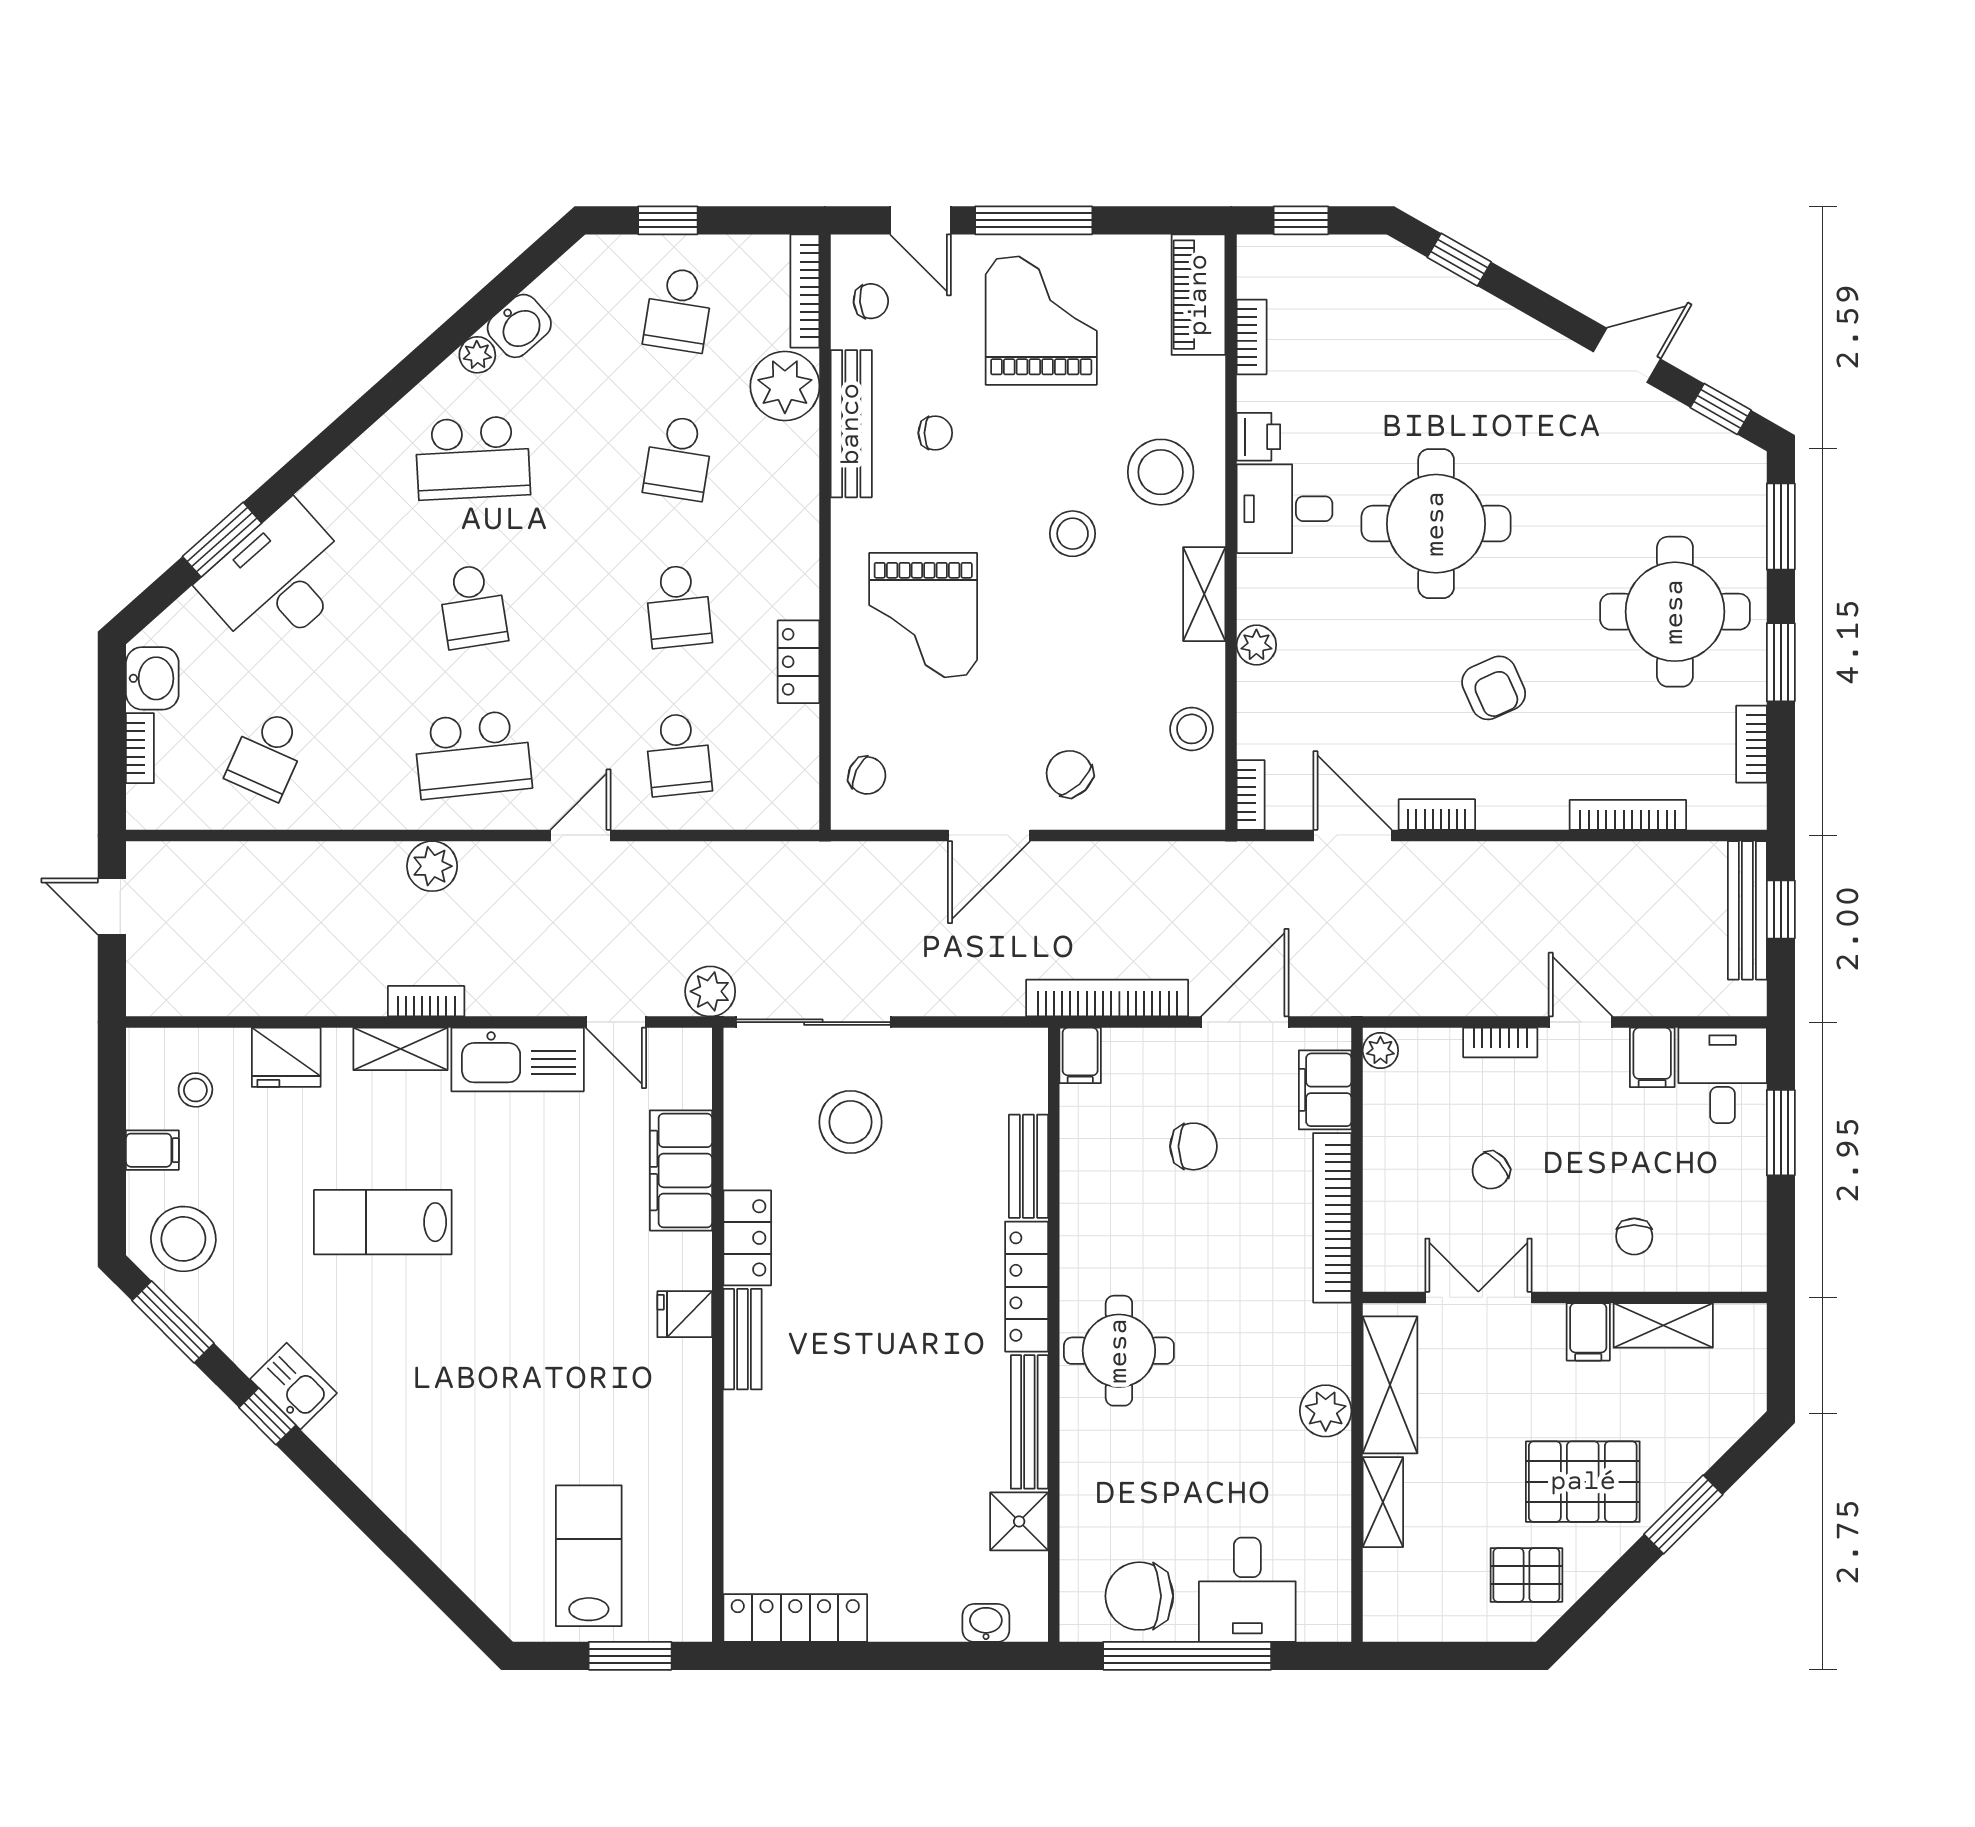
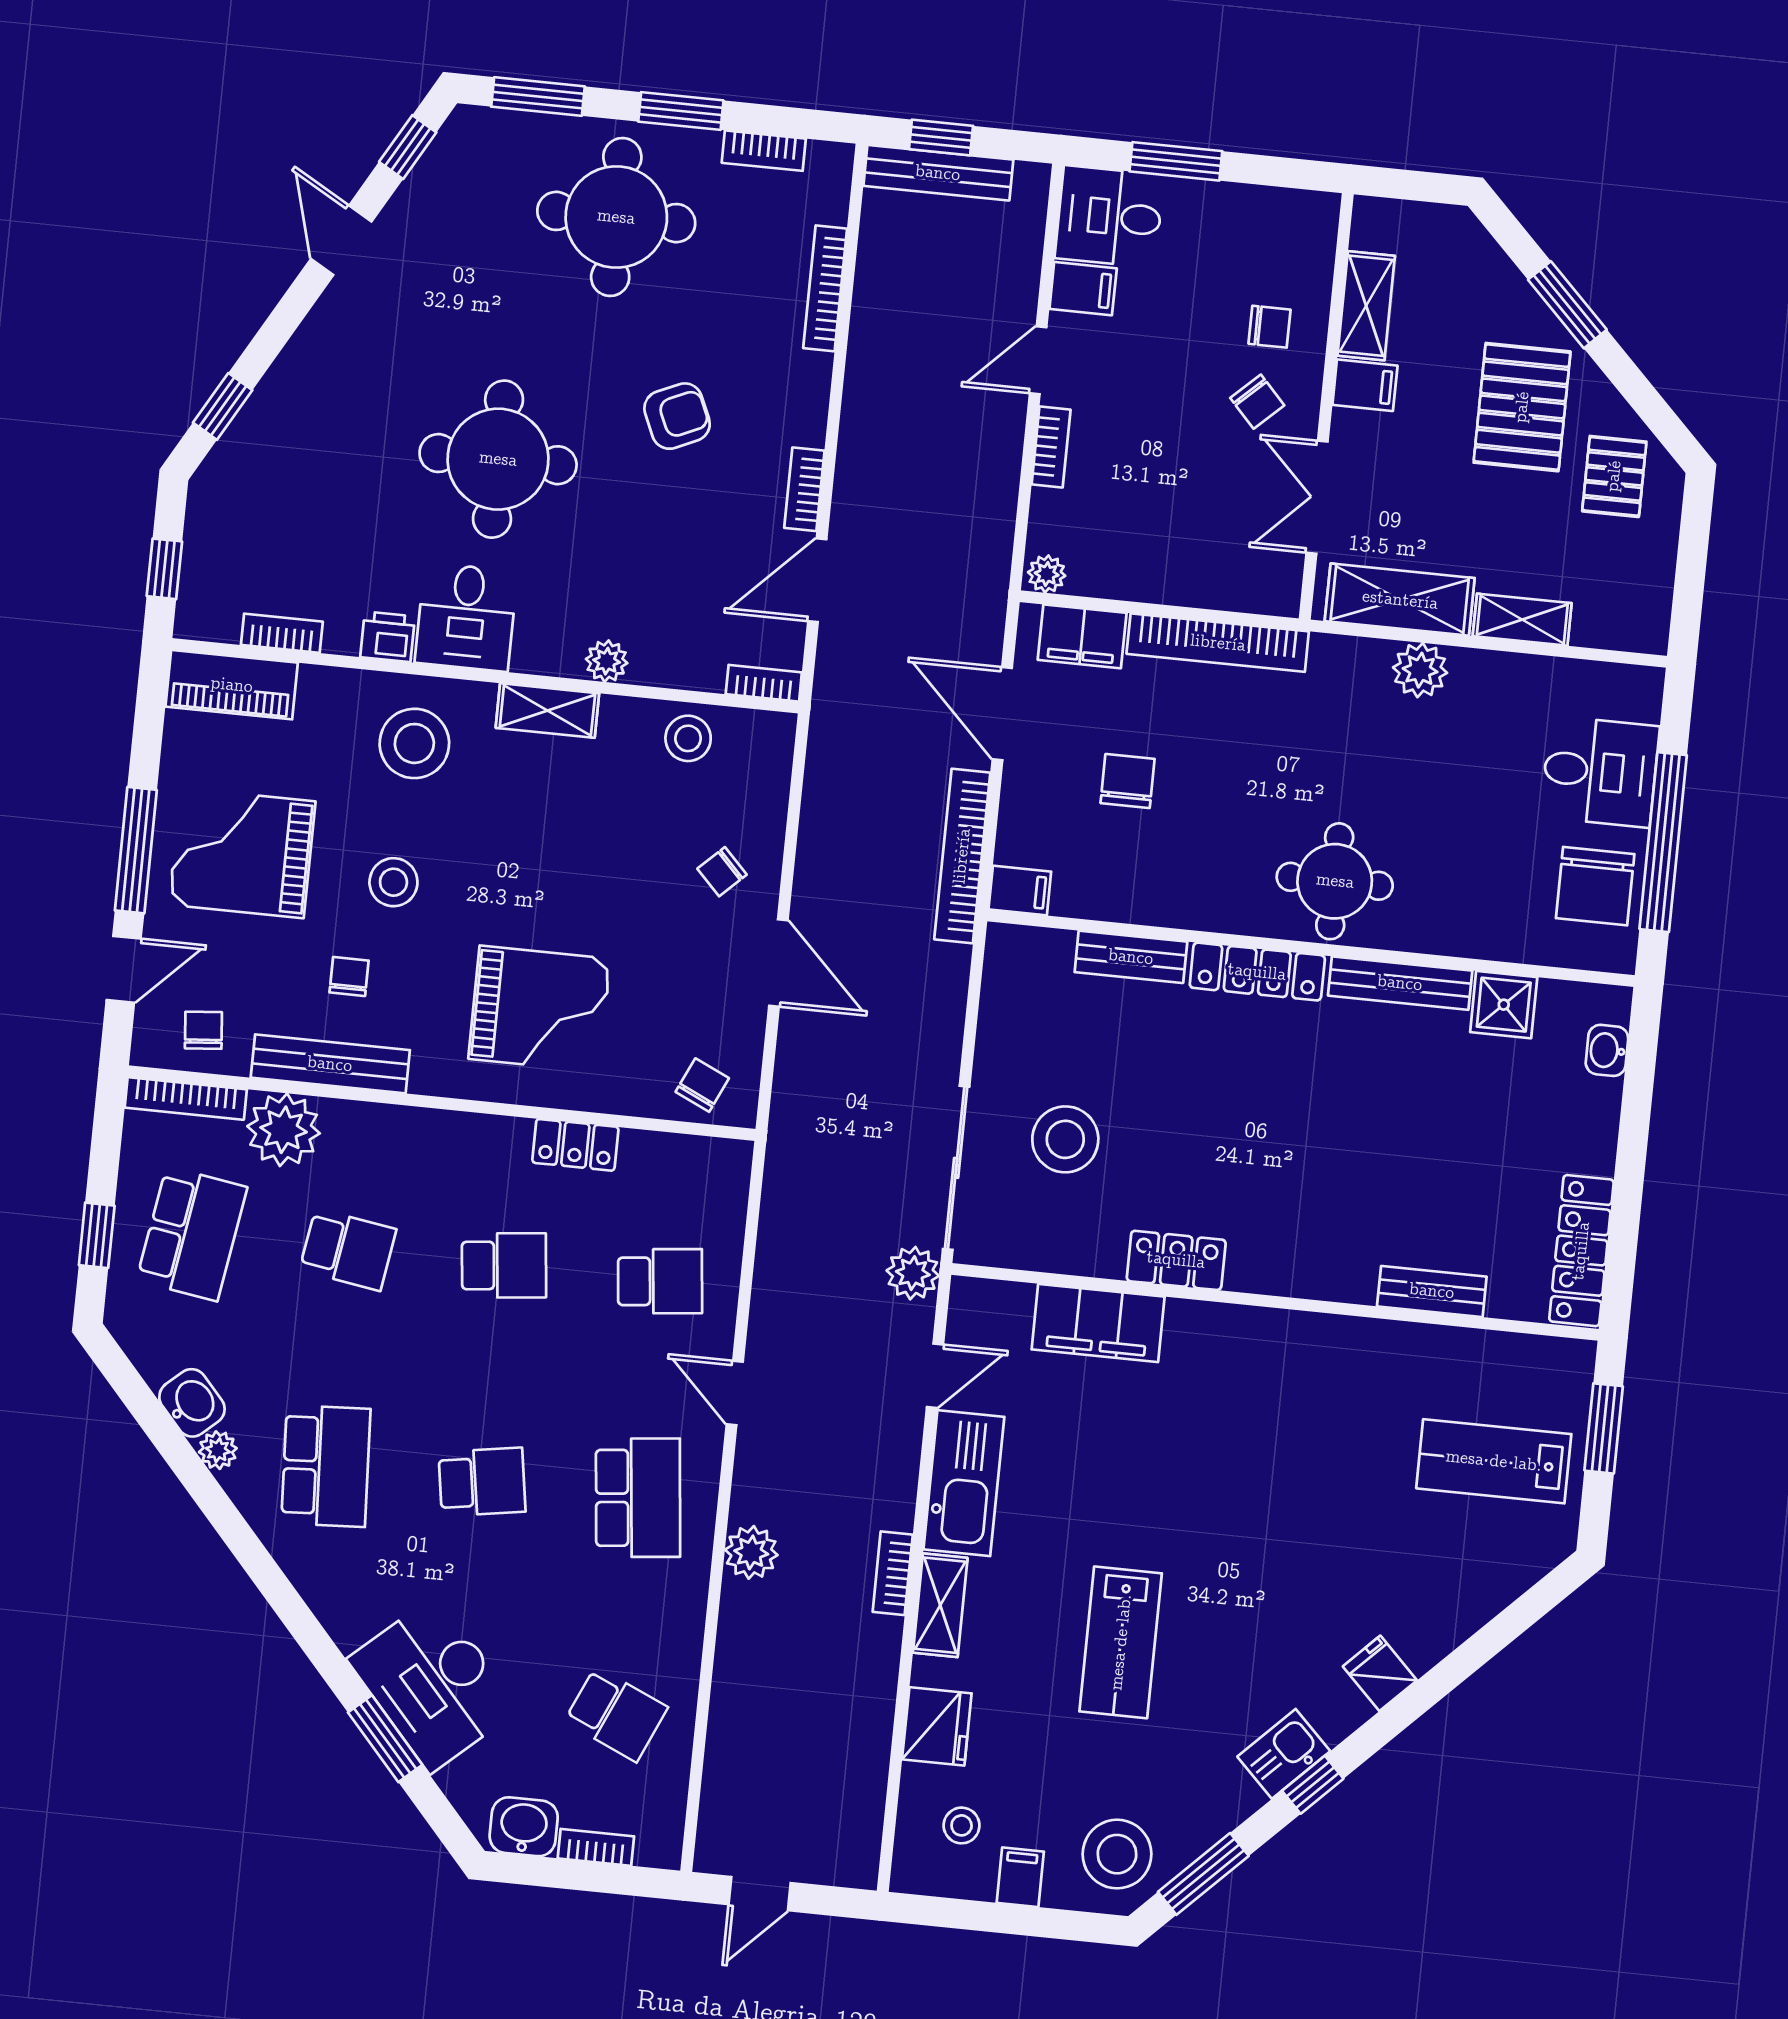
school desk: (678, 310) -> (192, 1234), width x1.85
stool: (1073, 534) -> (393, 882), moved
chair: (1069, 774) -> (722, 872), width x0.73, depth x0.73
chair: (1491, 1170) -> (1257, 402), moved
fridge: (685, 1314) -> (1380, 1673), moved, turned 135
bench: (742, 1339) -> (1432, 1291), moved

